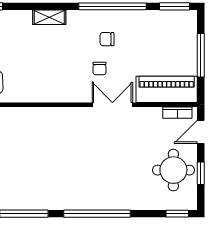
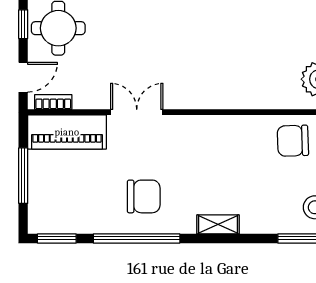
chair: (107, 39) -> (144, 196), width x1.87, depth x1.87
chair: (100, 69) -> (153, 159), removed
double door: (112, 105) -> (137, 112), swing flipped

